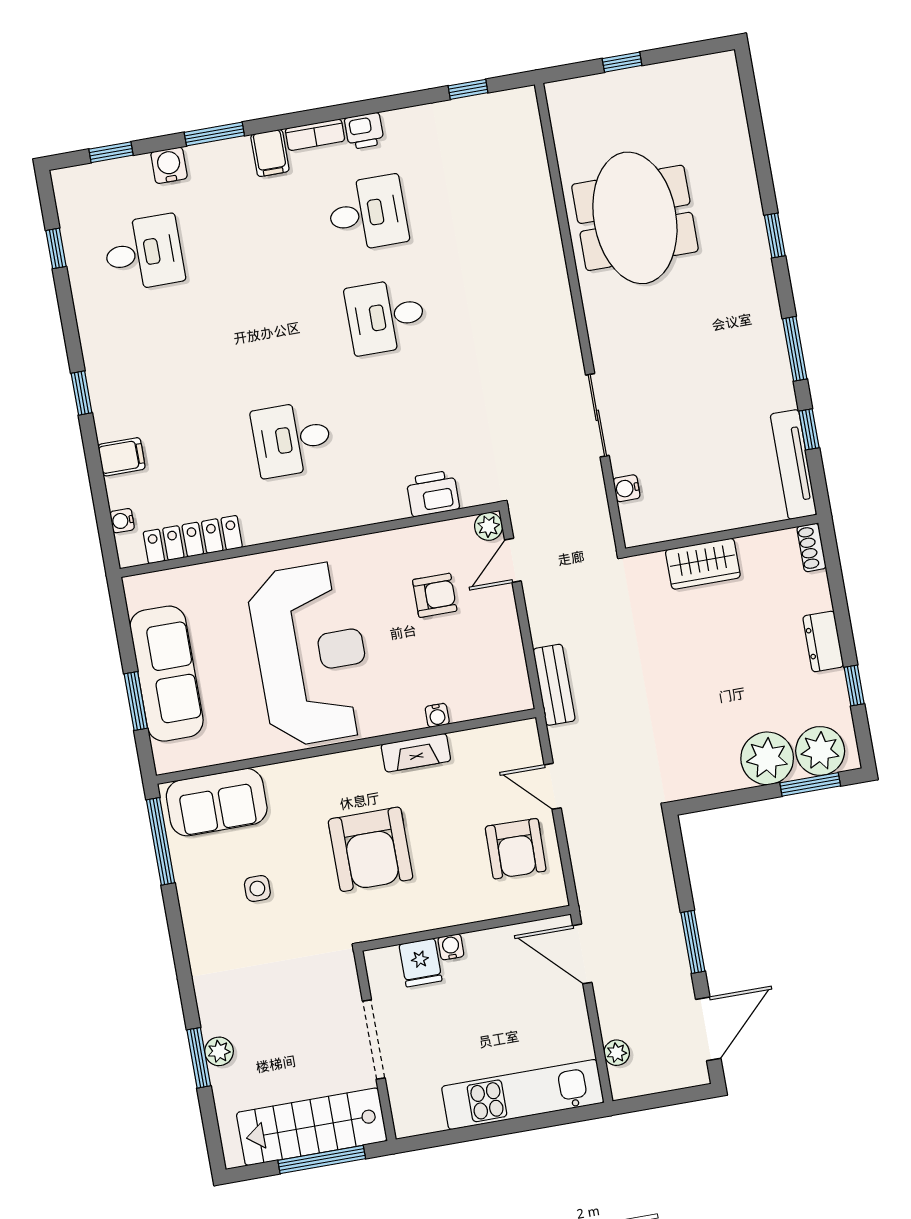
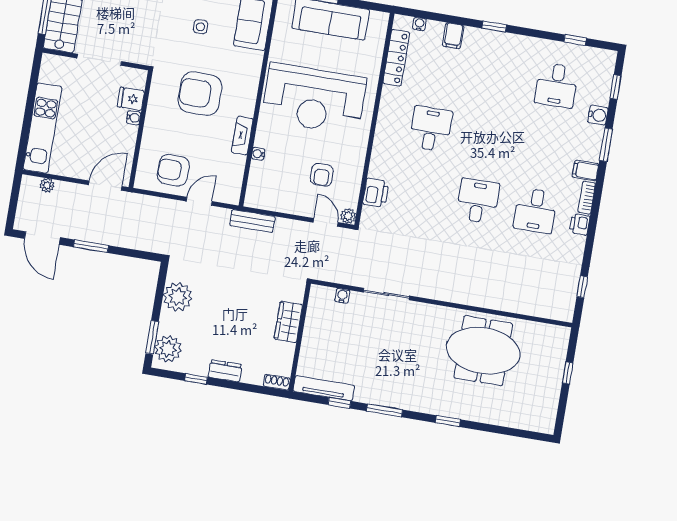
plant: (767, 758) -> (178, 297), moved

